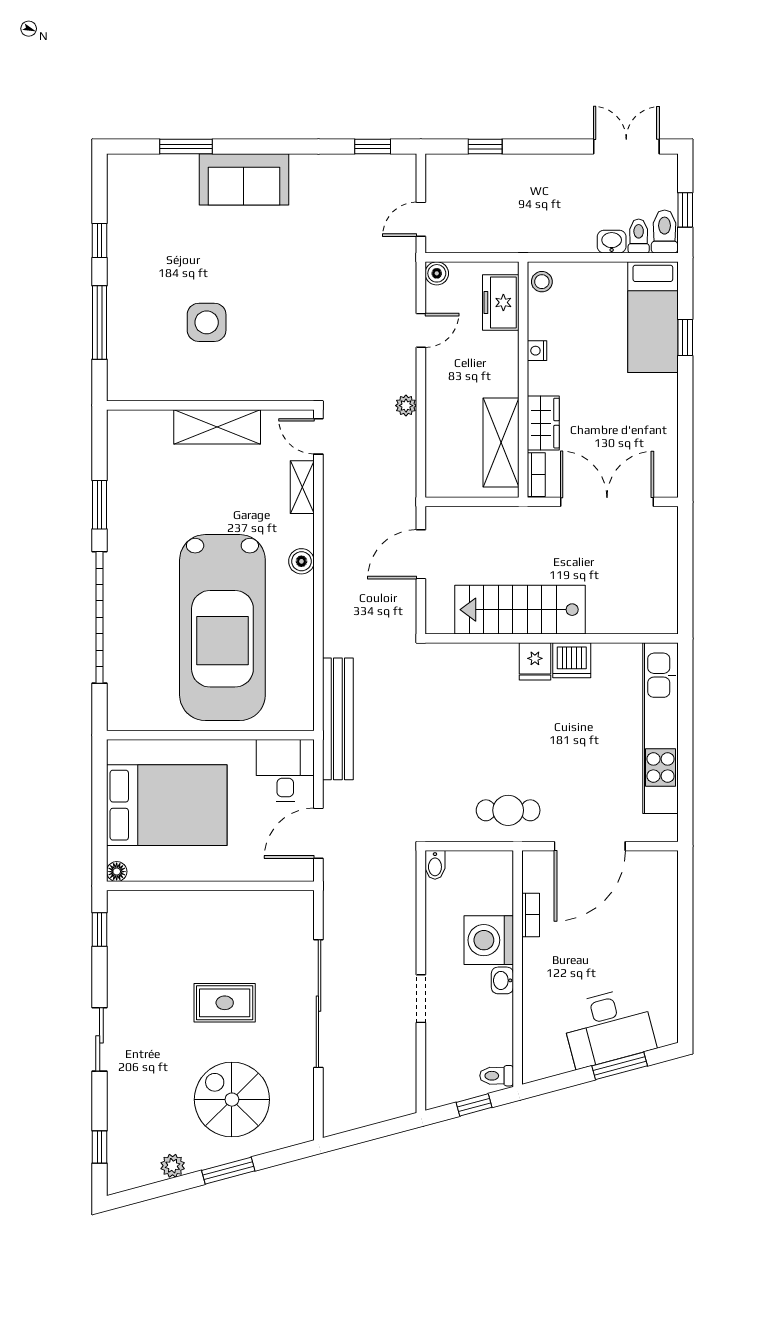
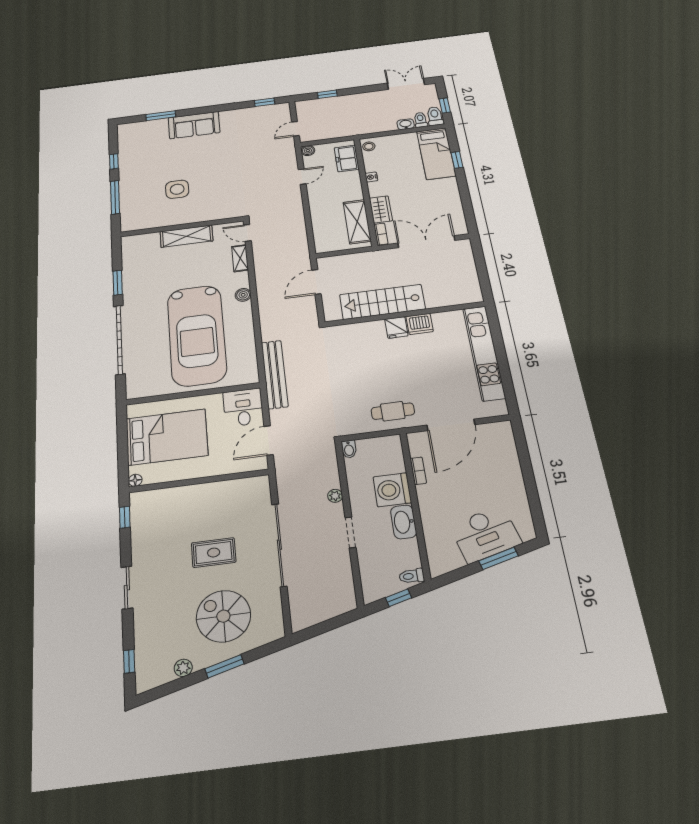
plant: (406, 406) -> (335, 496), moved
washbasin: (502, 980) -> (404, 522), width x1.91, depth x1.45

